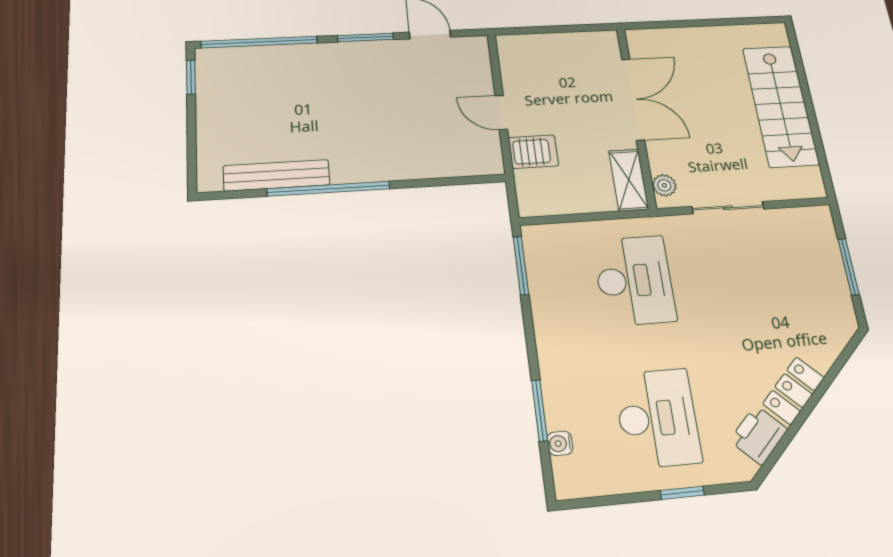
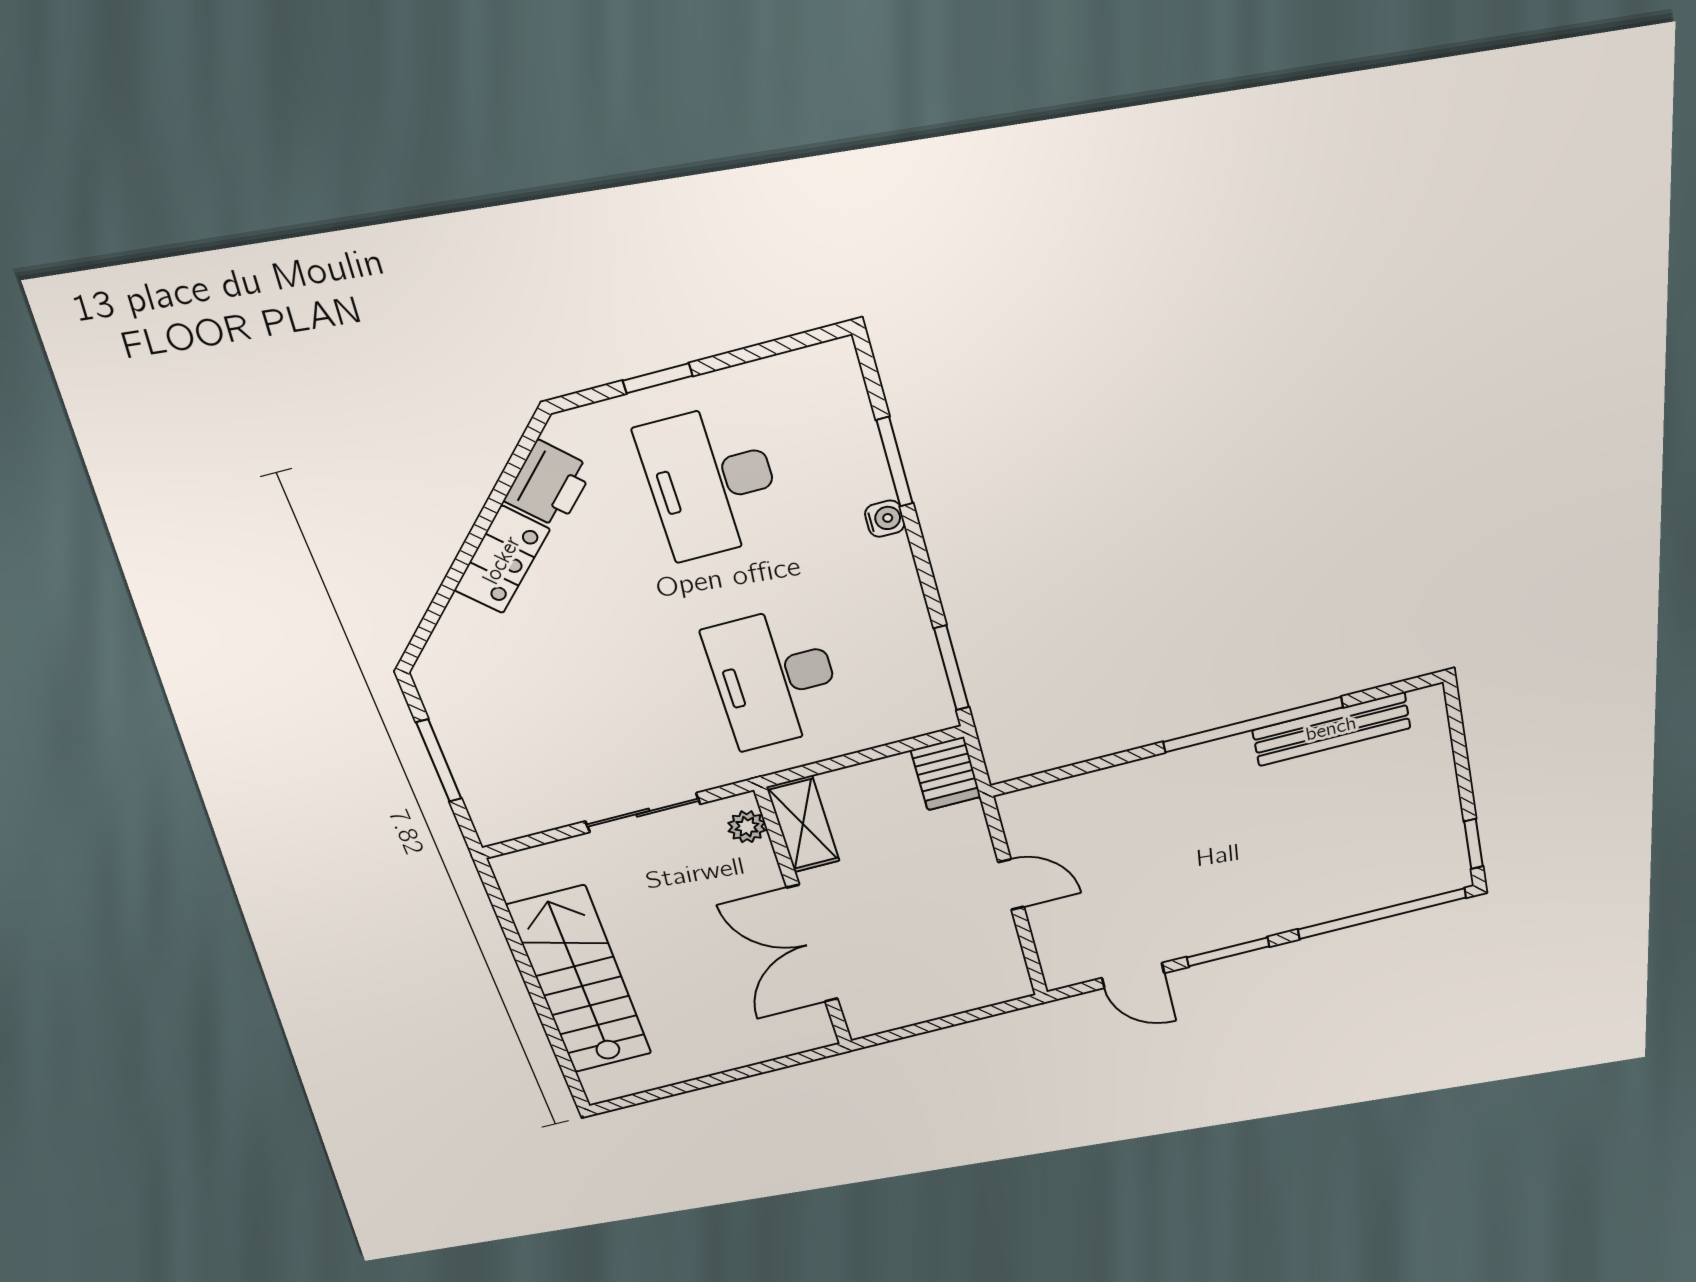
server rack: (533, 152) -> (946, 774), moved, turned -90
water cooler: (560, 443) -> (885, 519), moved

